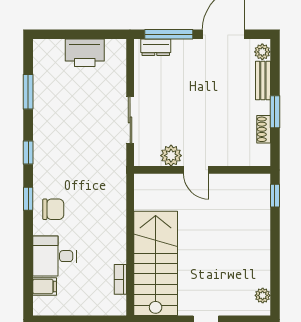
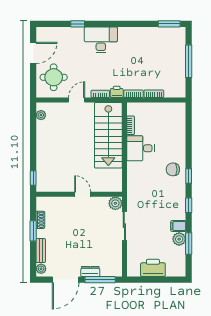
dresser: (156, 47) -> (90, 272), moved
plant: (43, 99) -> (179, 239), added
plant: (171, 156) -> (115, 203), moved
desk: (54, 256) -> (140, 148), moved, turned 180
filing cabinet: (45, 286) -> (178, 226), moved

